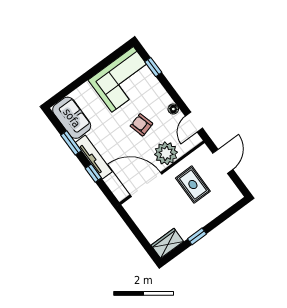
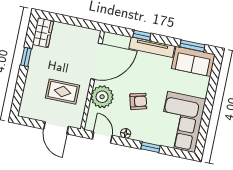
window: (153, 67) -> (151, 147), moved
window: (71, 143) -> (192, 46), moved

